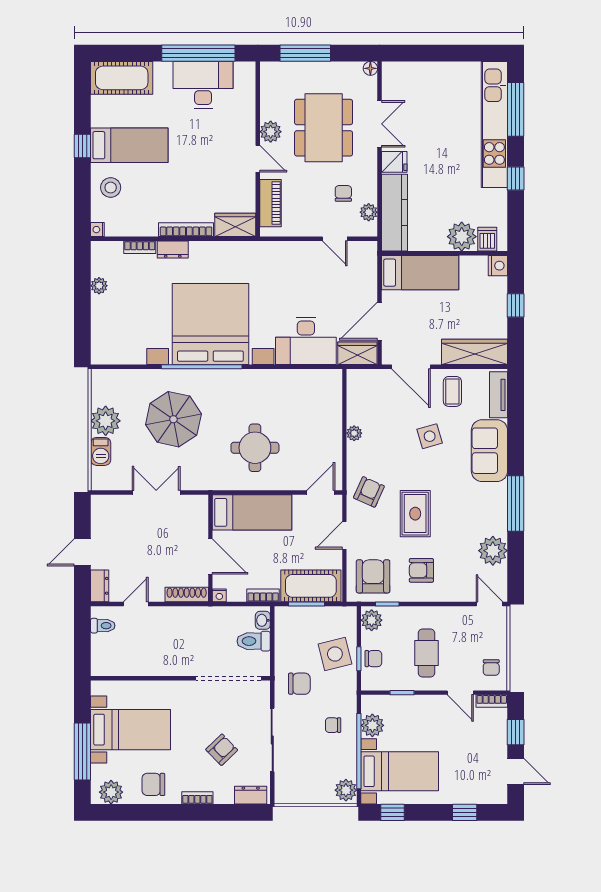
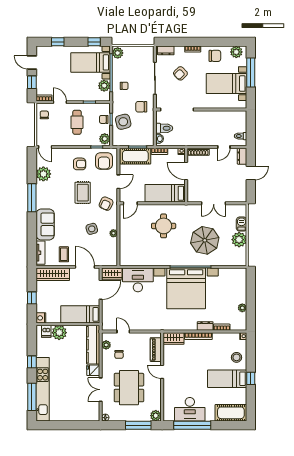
plant: (271, 132) -> (156, 416), moved
side table: (430, 436) -> (92, 229), moved

